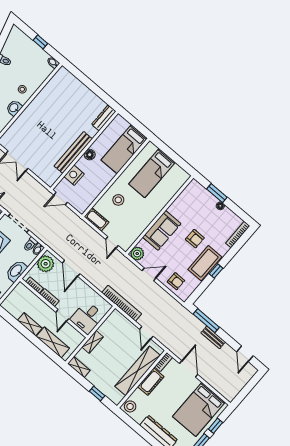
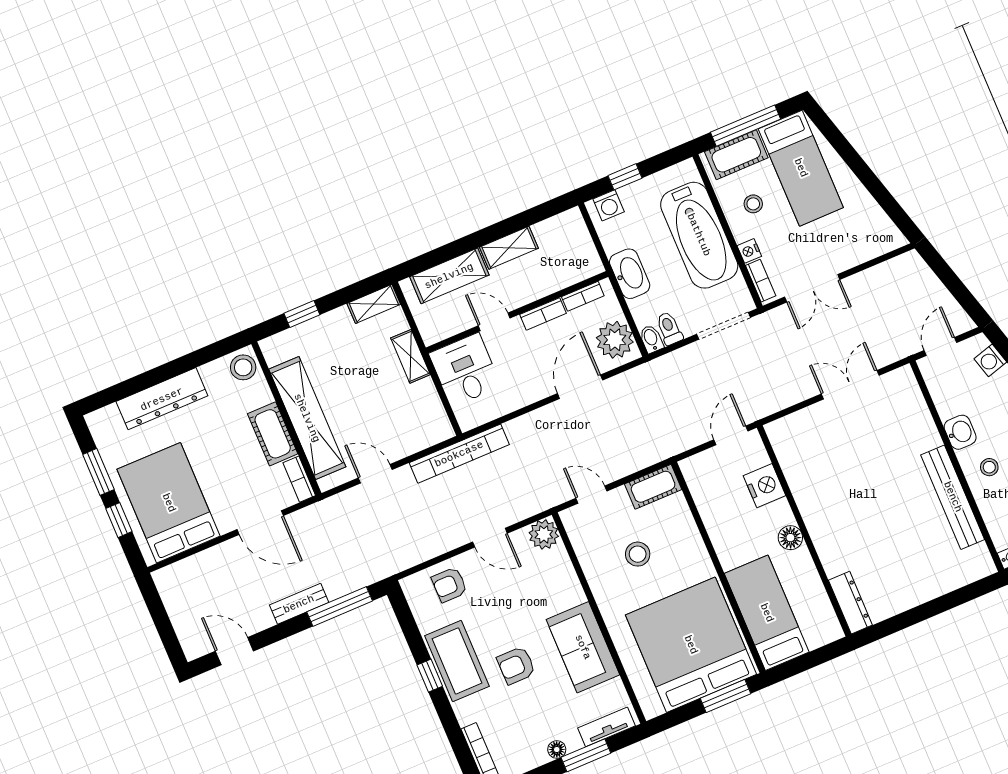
window: (166, 149) -> (726, 696), added
bench: (73, 152) -> (953, 497), moved
bed: (152, 173) -> (691, 645), width x2.04
tv unit: (201, 190) -> (607, 727), added
stool: (118, 200) -> (638, 554), moved
sofa: (162, 230) -> (583, 647), moved
door: (71, 268) -> (580, 387), hinge flipped
door: (149, 274) -> (490, 538), hinge flipped

